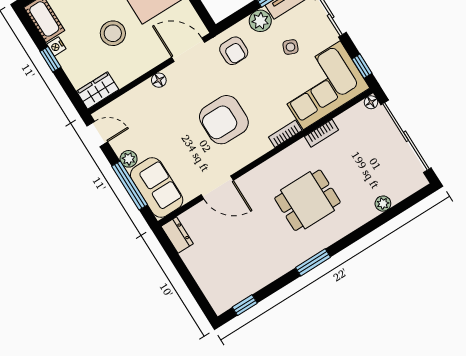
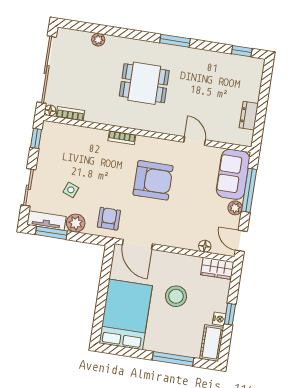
floor lamp: (159, 80) -> (205, 246), moved
corner sofa: (322, 85) -> (72, 148), removed
bookcase: (321, 133) -> (70, 114), moved
door: (217, 187) -> (195, 141), width x0.73
dresser: (177, 235) -> (249, 116), moved

